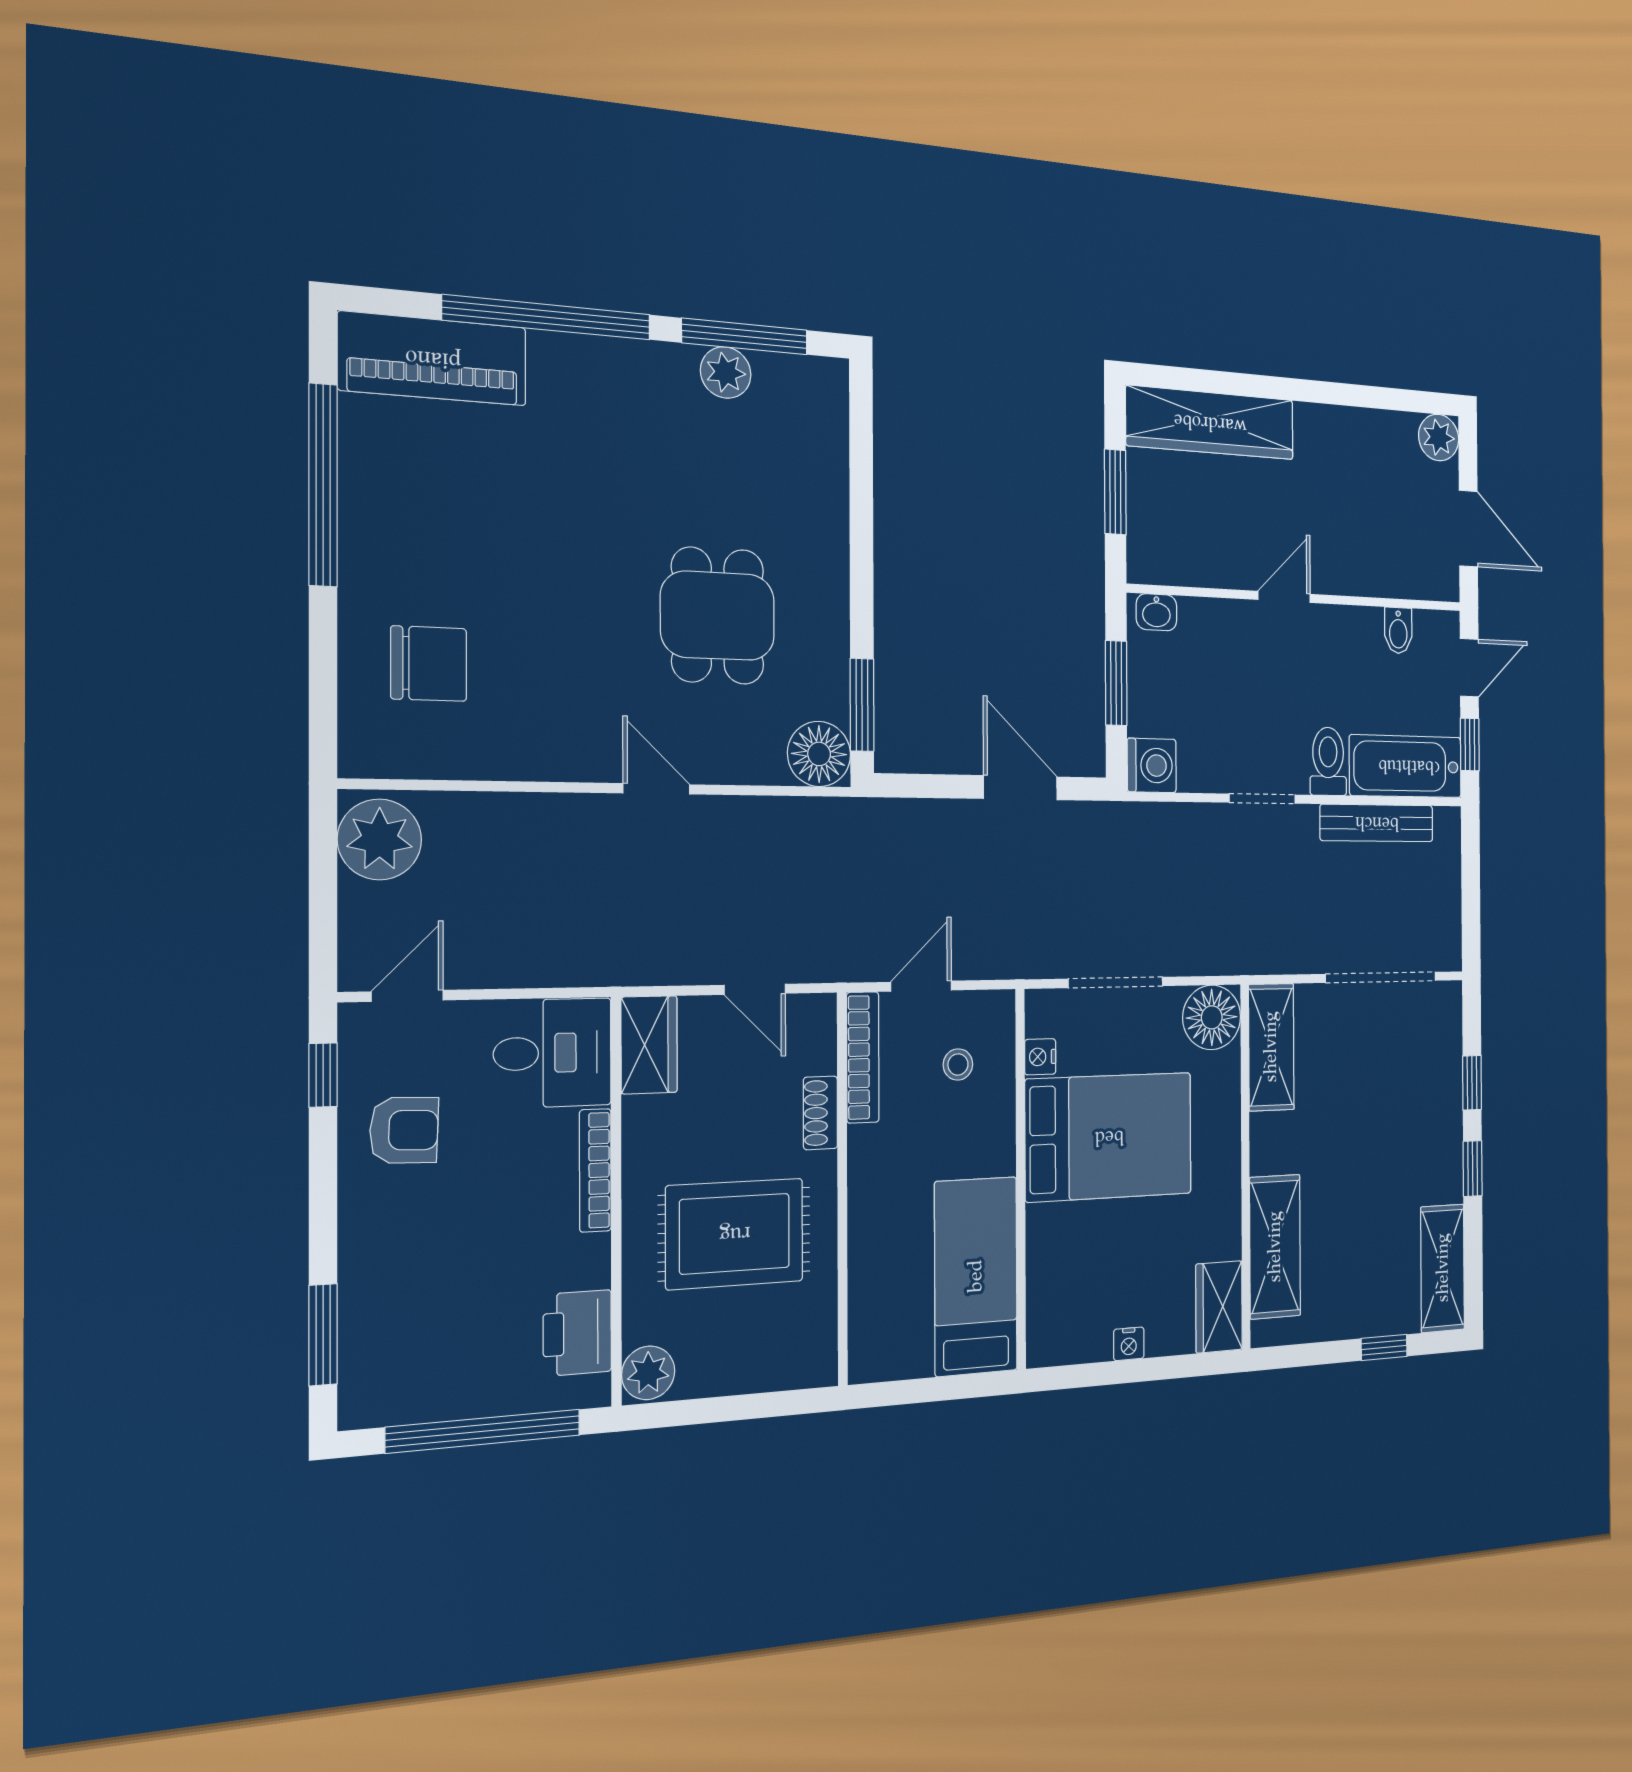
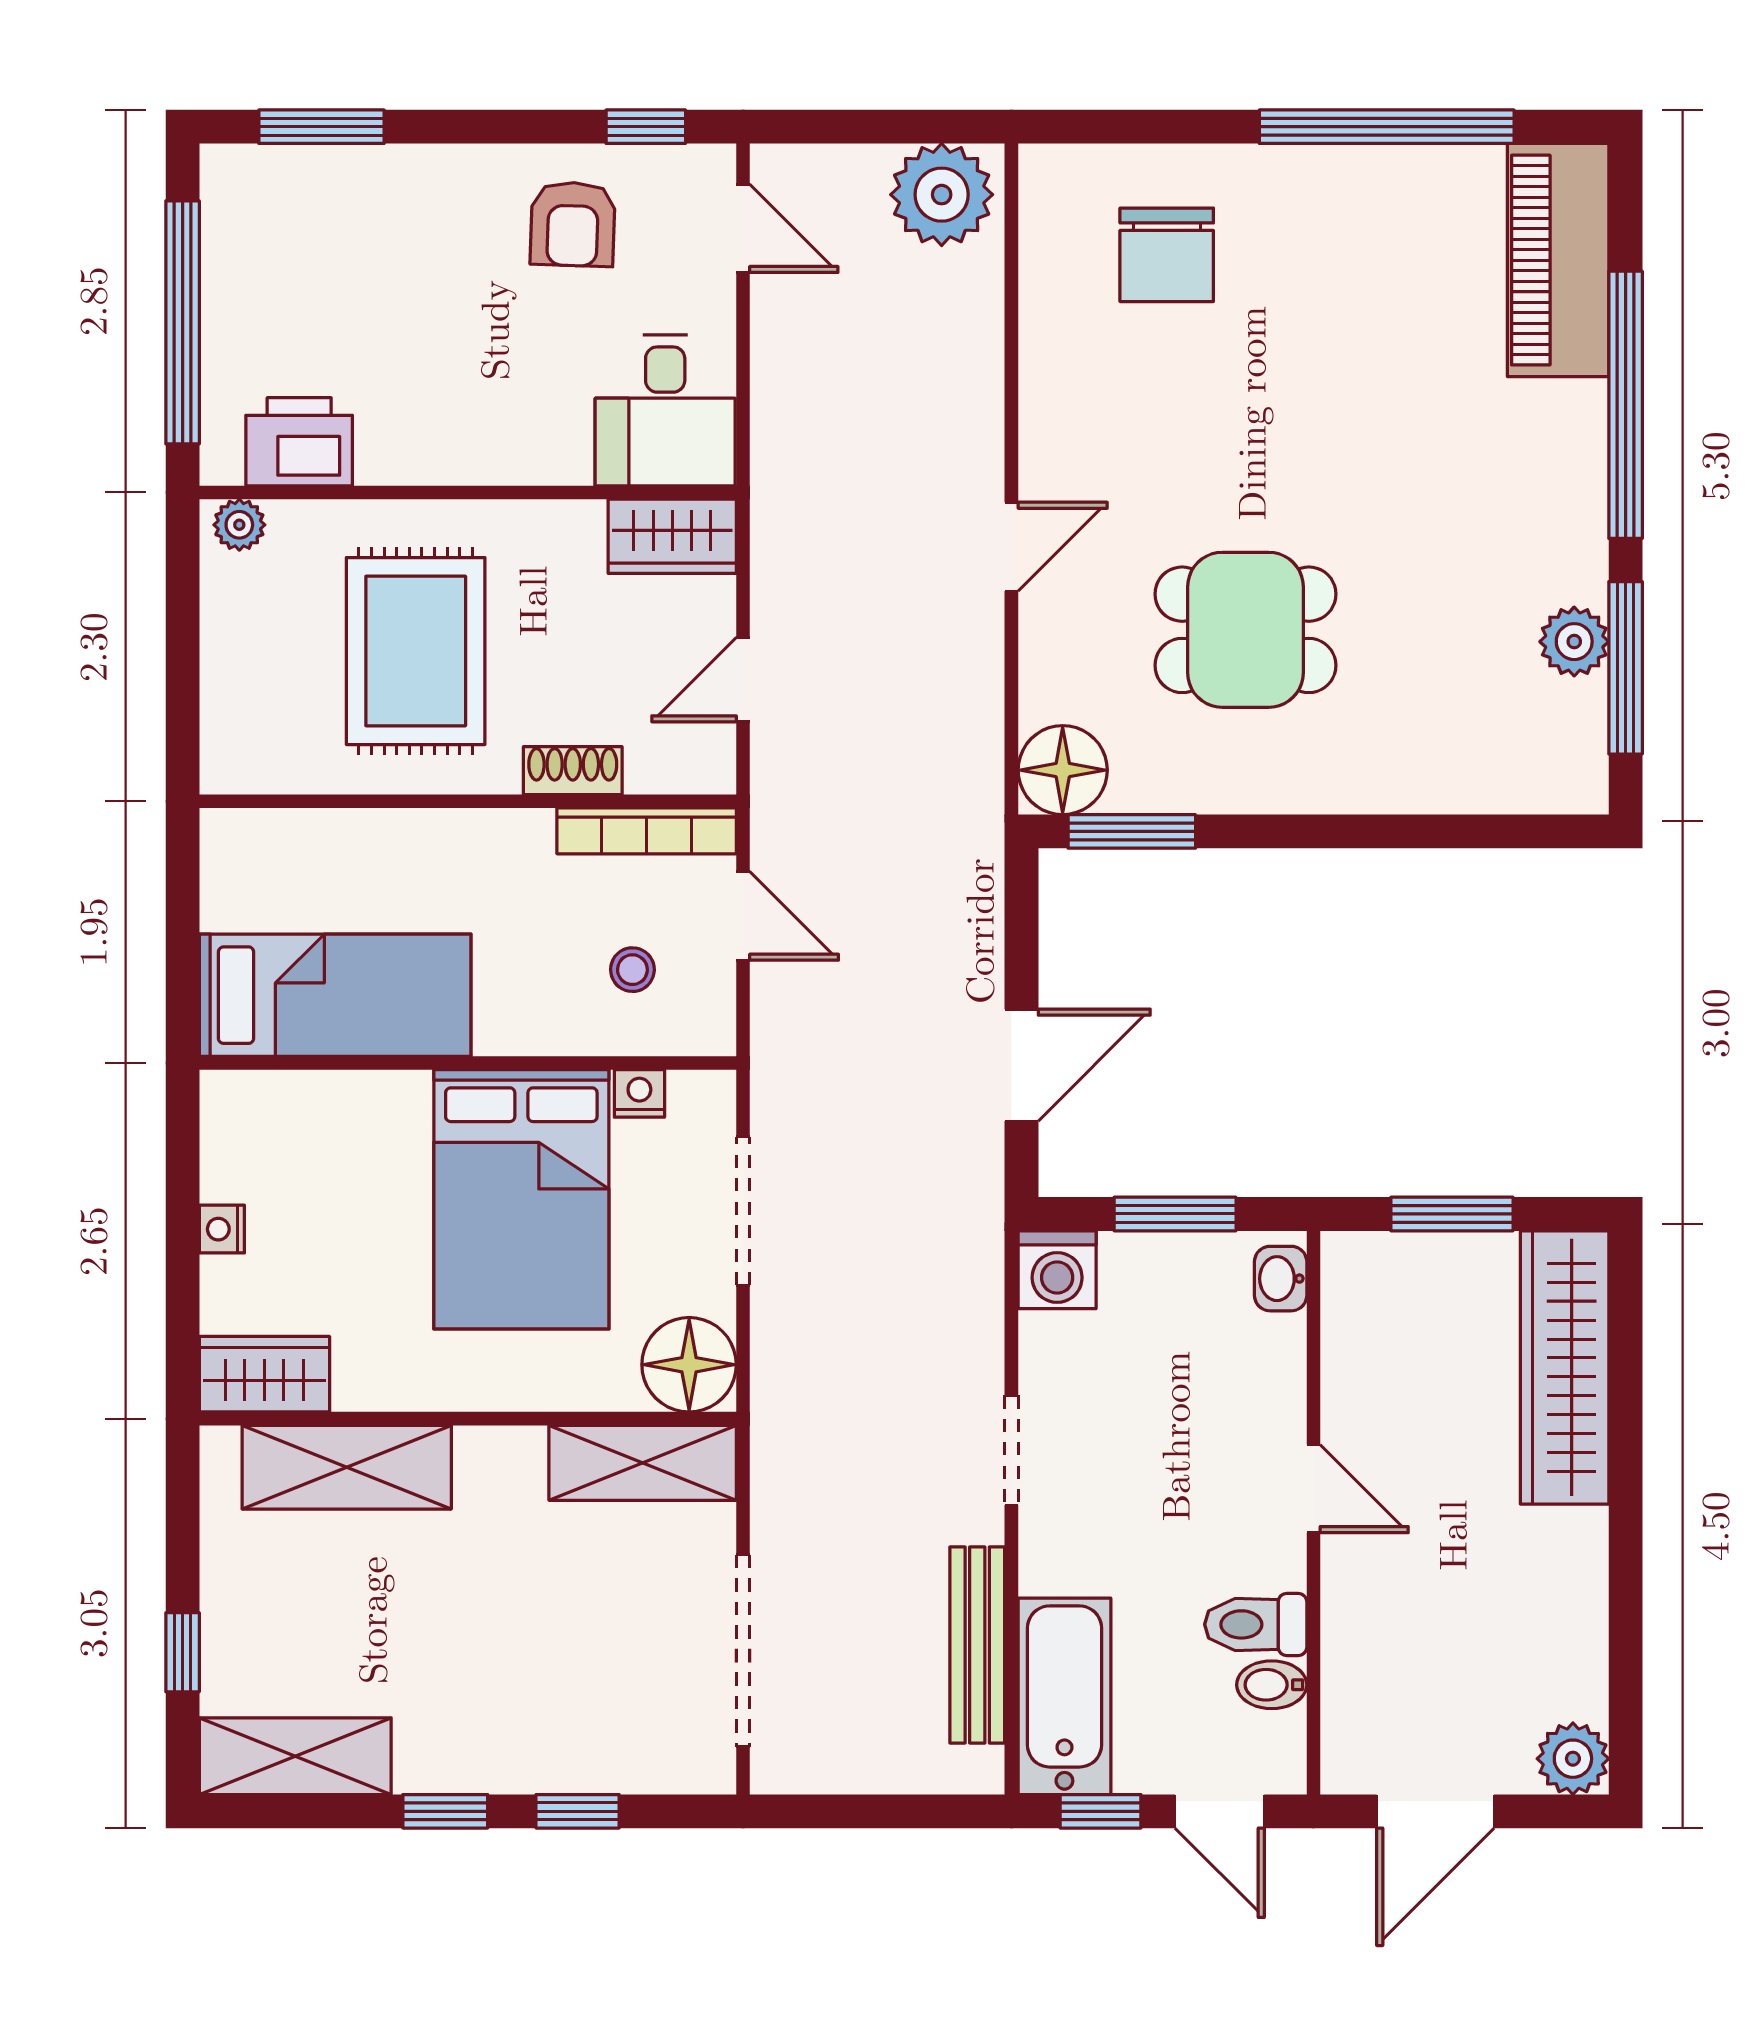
toilet: (1328, 761) -> (1256, 1624), moved, turned 180
bookcase: (595, 1170) -> (510, 465), removed
plant: (648, 1373) -> (239, 525), width x0.73, depth x0.73

